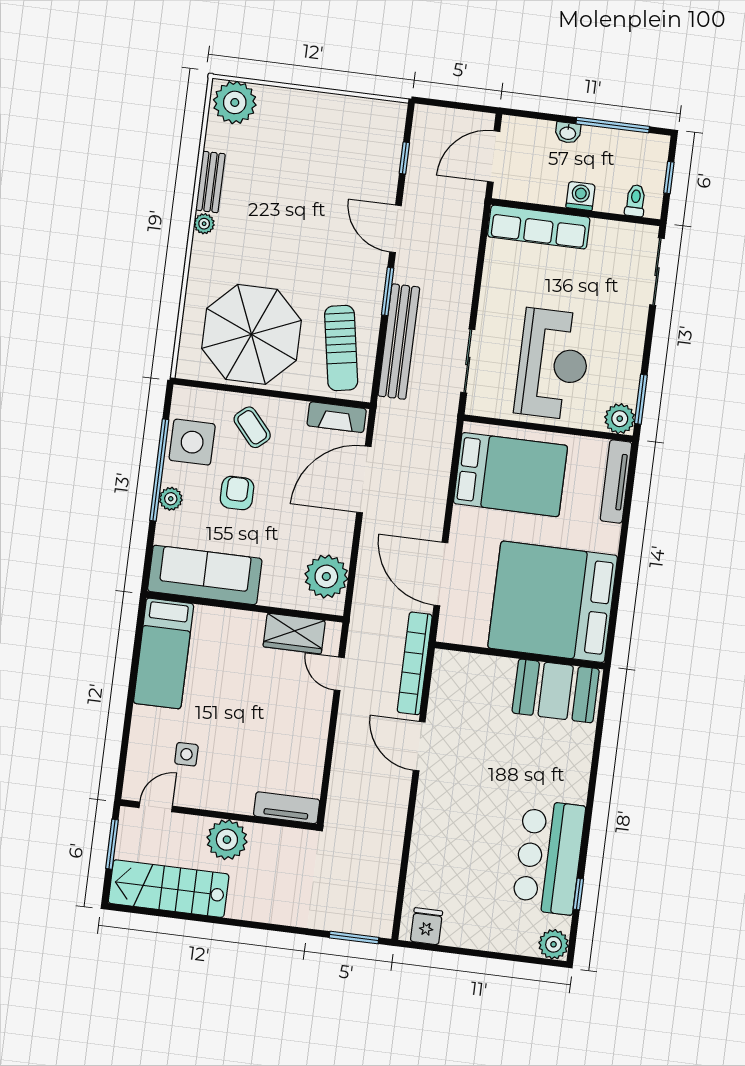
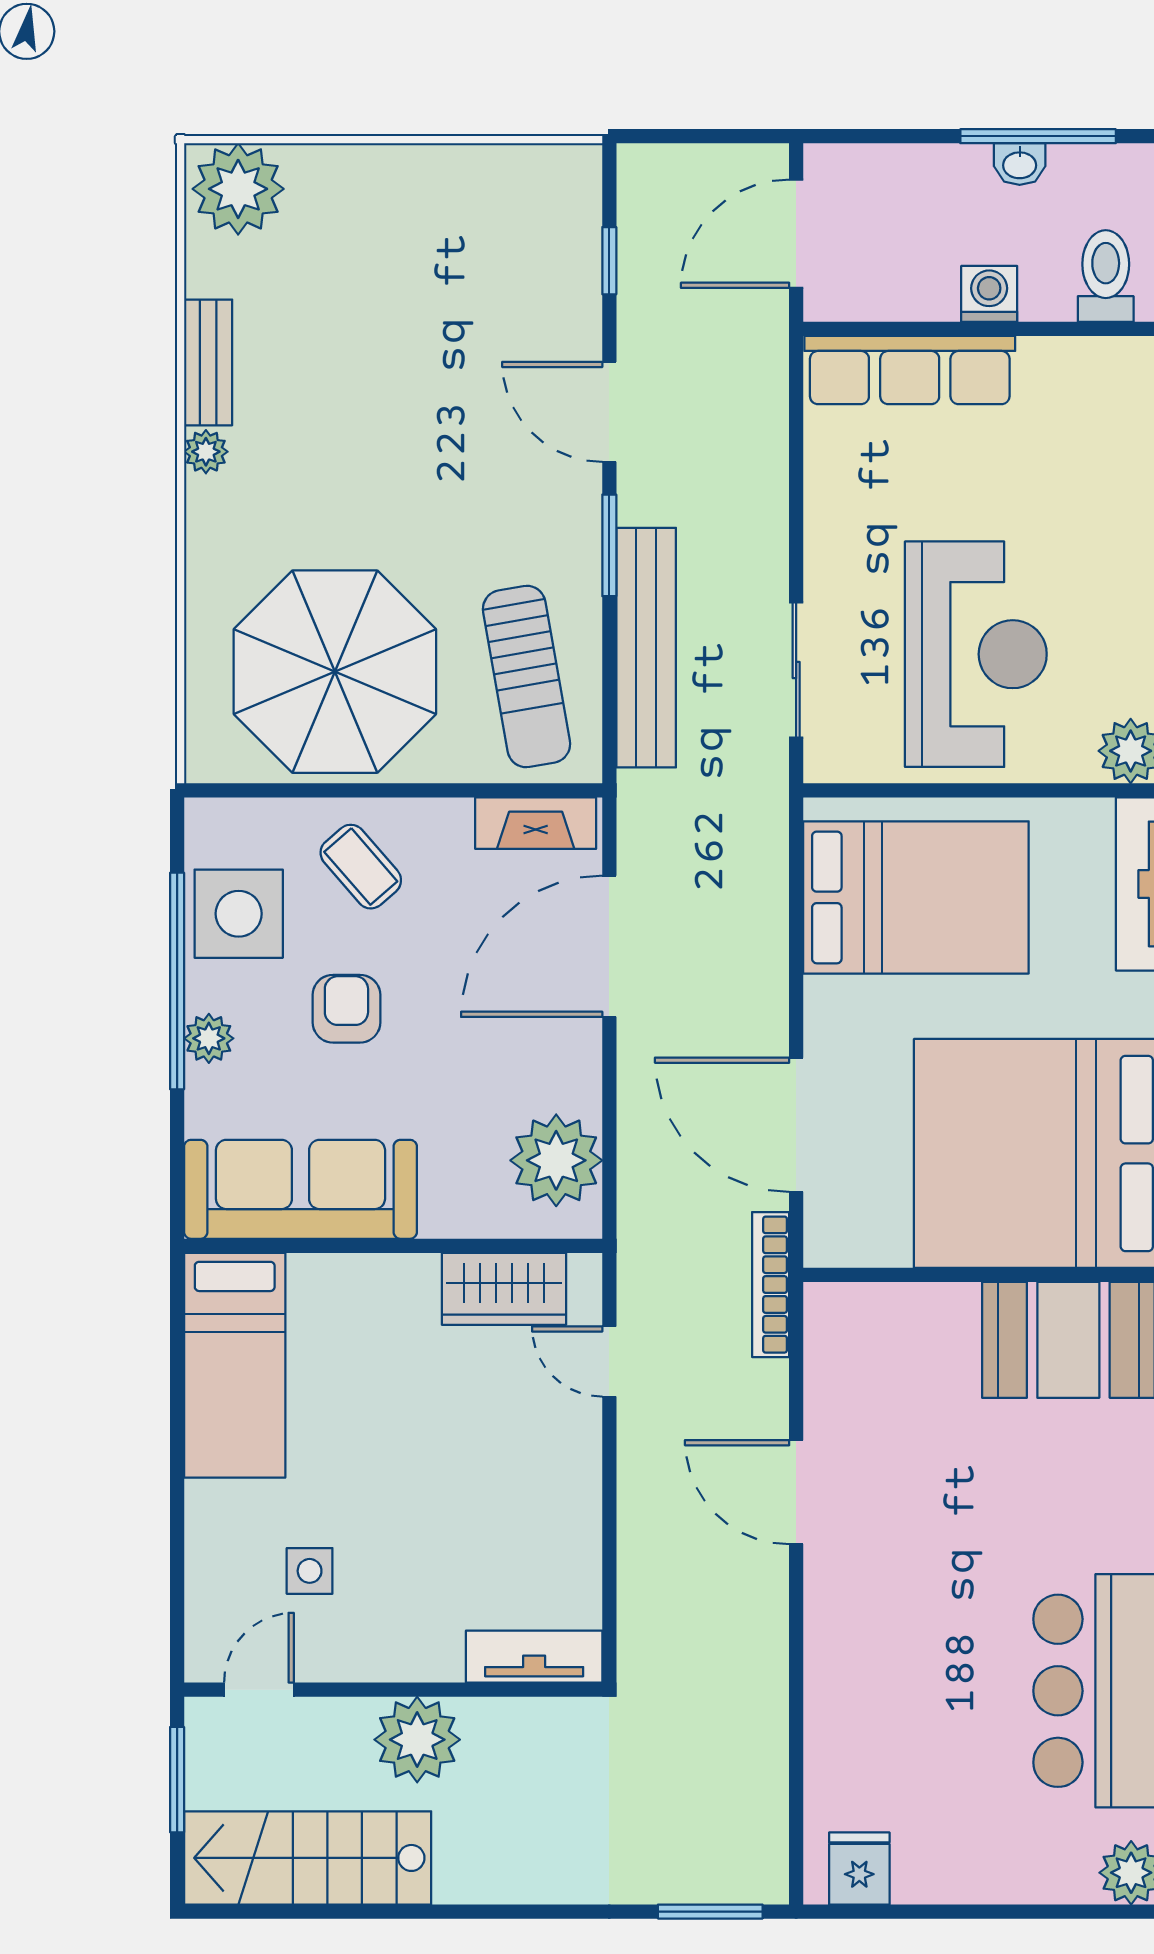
washbasin: (568, 133) -> (1020, 164), moved
toilet: (635, 201) -> (1106, 276), width x1.37, depth x1.39
bookcase: (415, 663) -> (771, 1285), width x0.68, depth x0.76

